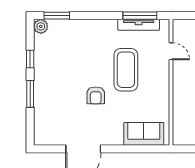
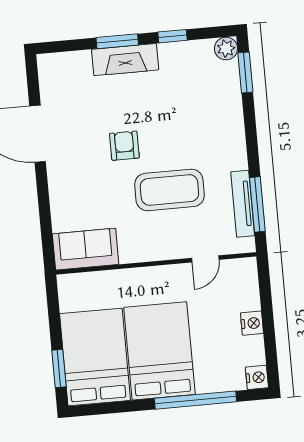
fireplace: (42, 90) -> (125, 60), added
armchair: (96, 95) -> (124, 146), turned 90
sofa: (144, 134) -> (86, 249), moved, turned -90

